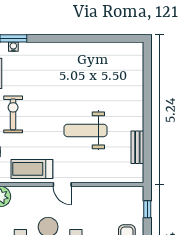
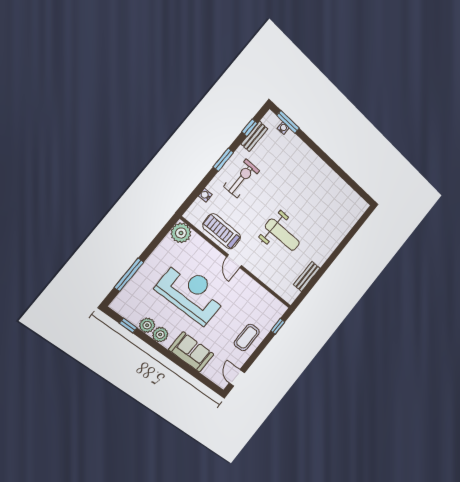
weight bench: (86, 130) -> (282, 235), turned 180

